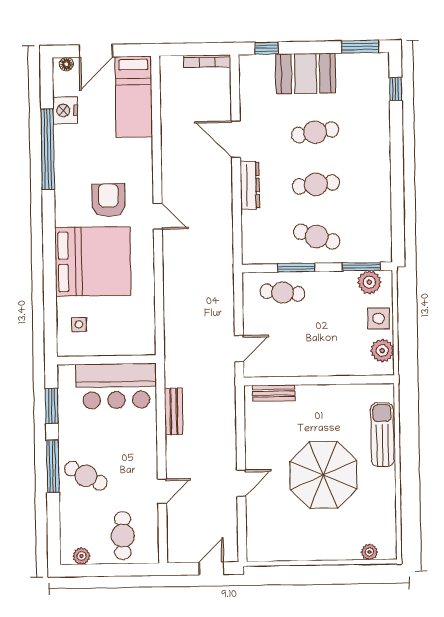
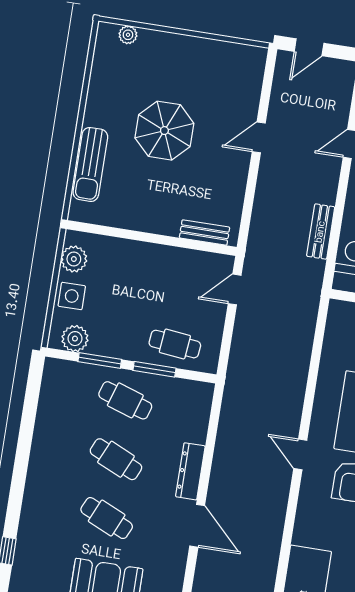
cafe table: (315, 132) -> (107, 518), turned 33
cafe table: (316, 184) -> (116, 459), turned 30
window: (361, 267) -> (100, 361), moved
parasol: (324, 475) -> (164, 131), width x0.73, depth x0.73

